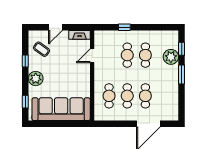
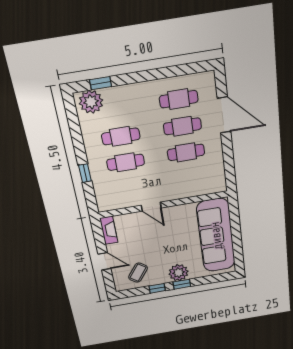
door: (92, 56) -> (151, 207), moved
plant: (171, 57) -> (91, 102), moved
window: (182, 75) -> (141, 77), removed
cafe table: (109, 96) -> (179, 99), moved
window: (25, 102) -> (182, 284), moved

